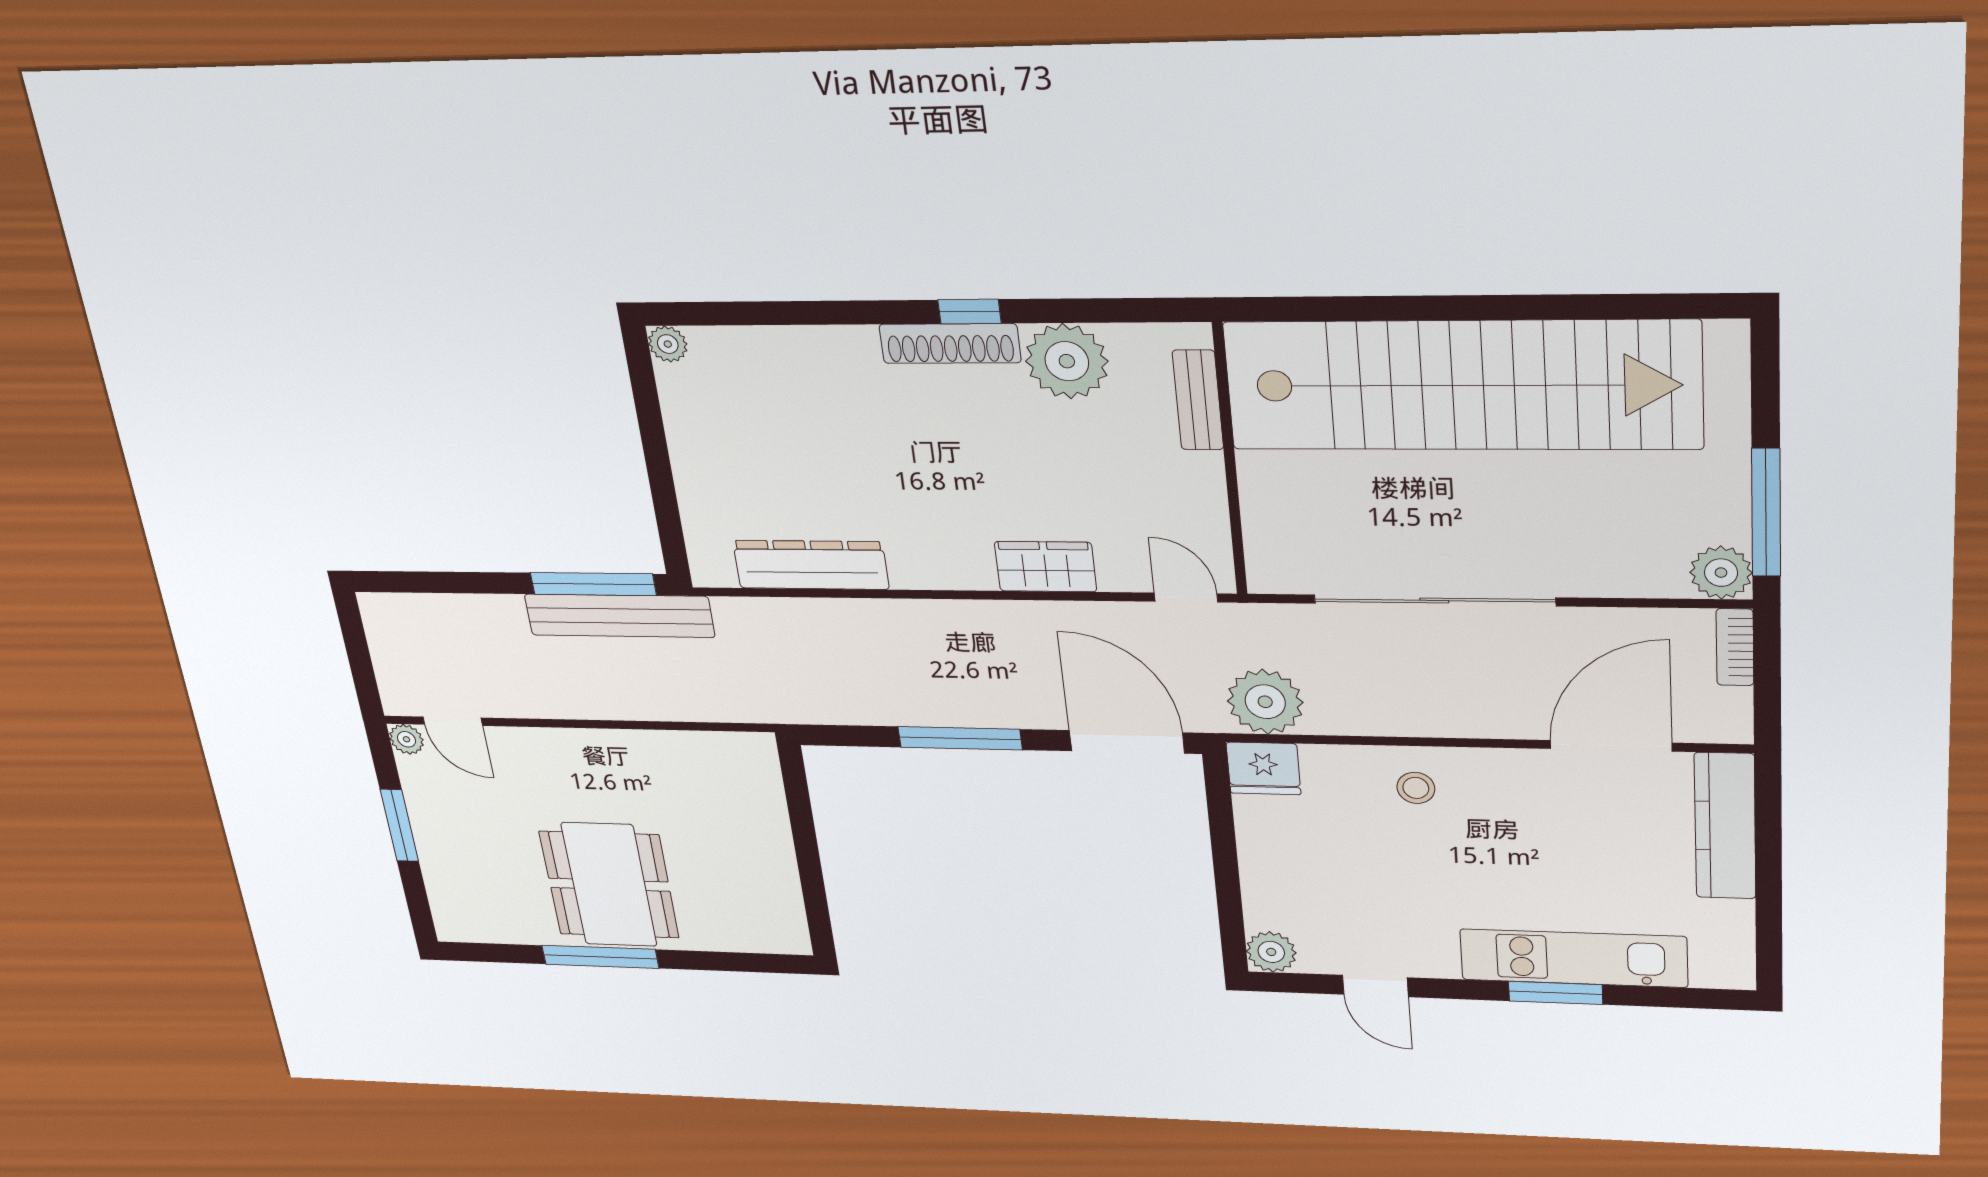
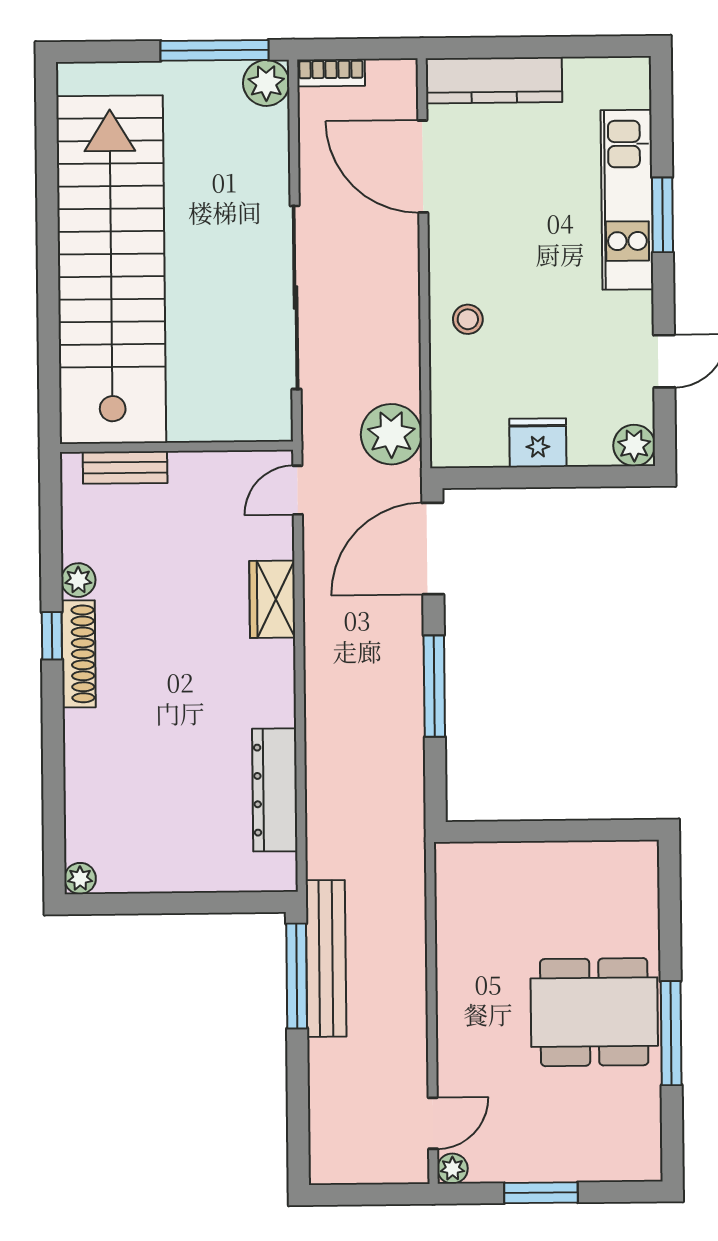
plant: (1067, 361) -> (78, 580), width x0.53, depth x0.53
fridge: (1263, 768) -> (538, 443), moved, turned -90

